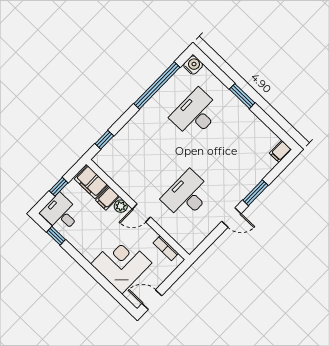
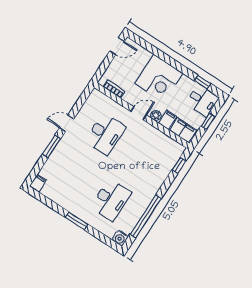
corner desk: (121, 263) -> (159, 78), moved

